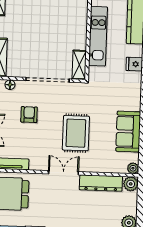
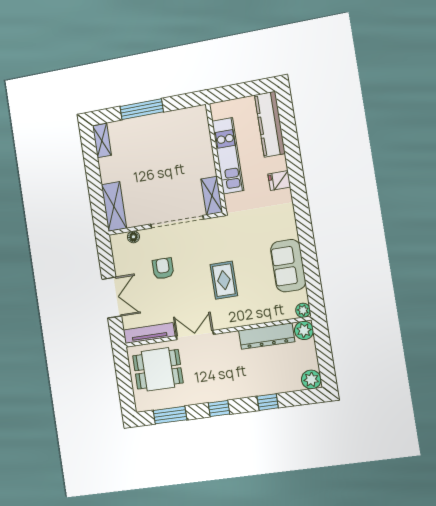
rug: (76, 133) -> (224, 280), width x0.73, depth x0.70
double door: (63, 173) -> (195, 335), moved

